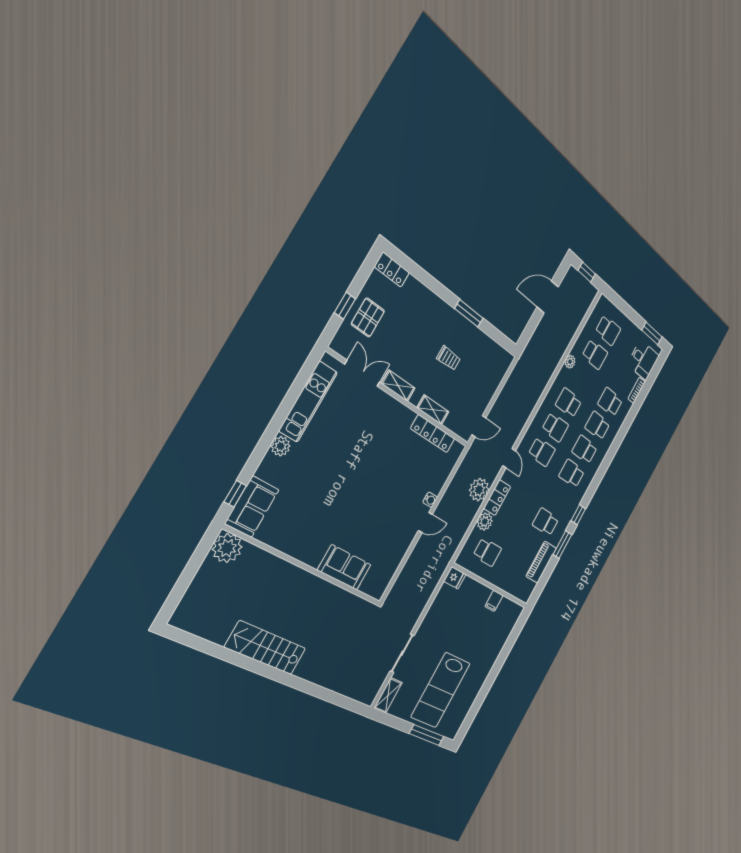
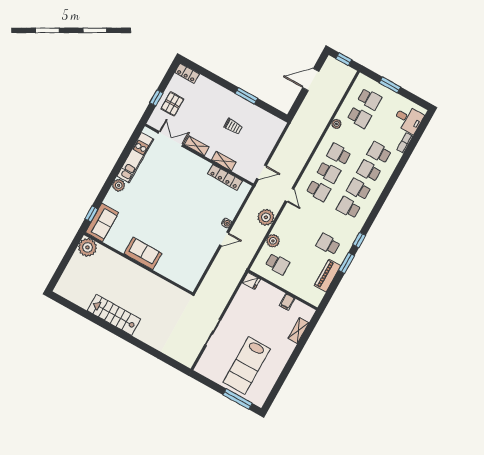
window: (652, 334) -> (390, 85), moved
locker: (497, 498) -> (282, 224), removed
sofa: (344, 567) -> (143, 254), moved
shelving: (388, 695) -> (298, 331), moved

